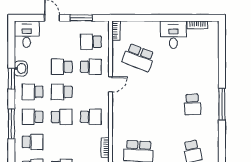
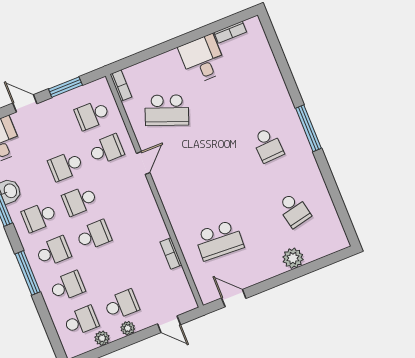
school desk: (33, 117) -> (53, 252), turned 180
school desk: (91, 117) -> (134, 219), removed

